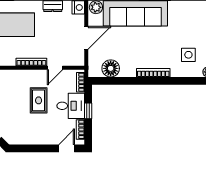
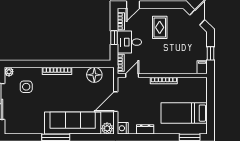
door: (55, 68) -> (132, 75), moved
rug: (39, 100) -> (160, 27), moved

